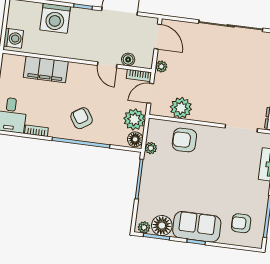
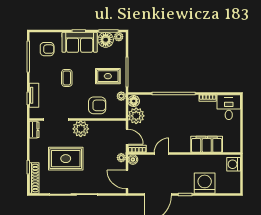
boiler: (128, 60) -> (133, 160), moved
door: (107, 65) -> (162, 154), hinge flipped
rug: (235, 75) -> (66, 159), added
door: (150, 93) -> (127, 137), hinge flipped
plant: (181, 108) -> (81, 129), moved
armchair: (82, 118) -> (175, 112), removed
rug: (165, 177) -> (108, 76), added
coffee table: (220, 182) -> (67, 78), added

